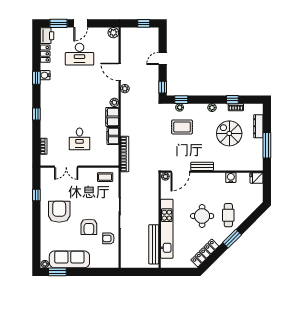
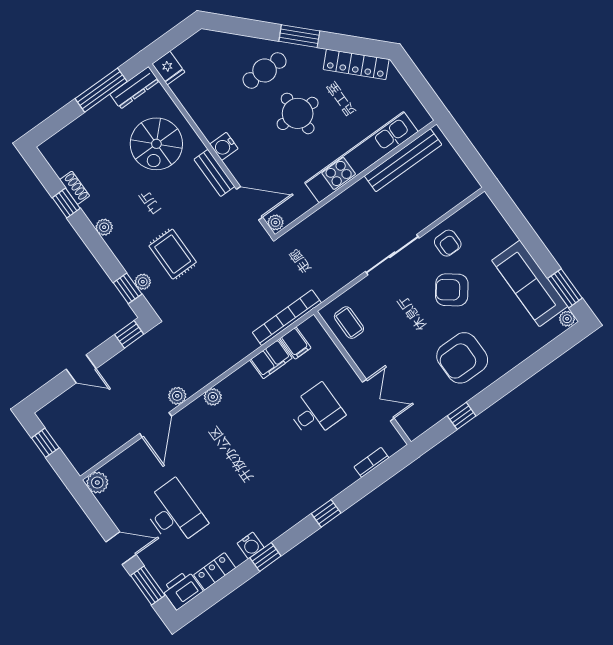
filing cabinet: (112, 117) -> (295, 343), moved, width x0.50
dresser: (258, 126) -> (135, 88), moved
spiral stairs: (229, 133) -> (156, 144), moved
water cooler: (231, 178) -> (224, 146), moved
armchair: (89, 227) -> (452, 290), turned -143

